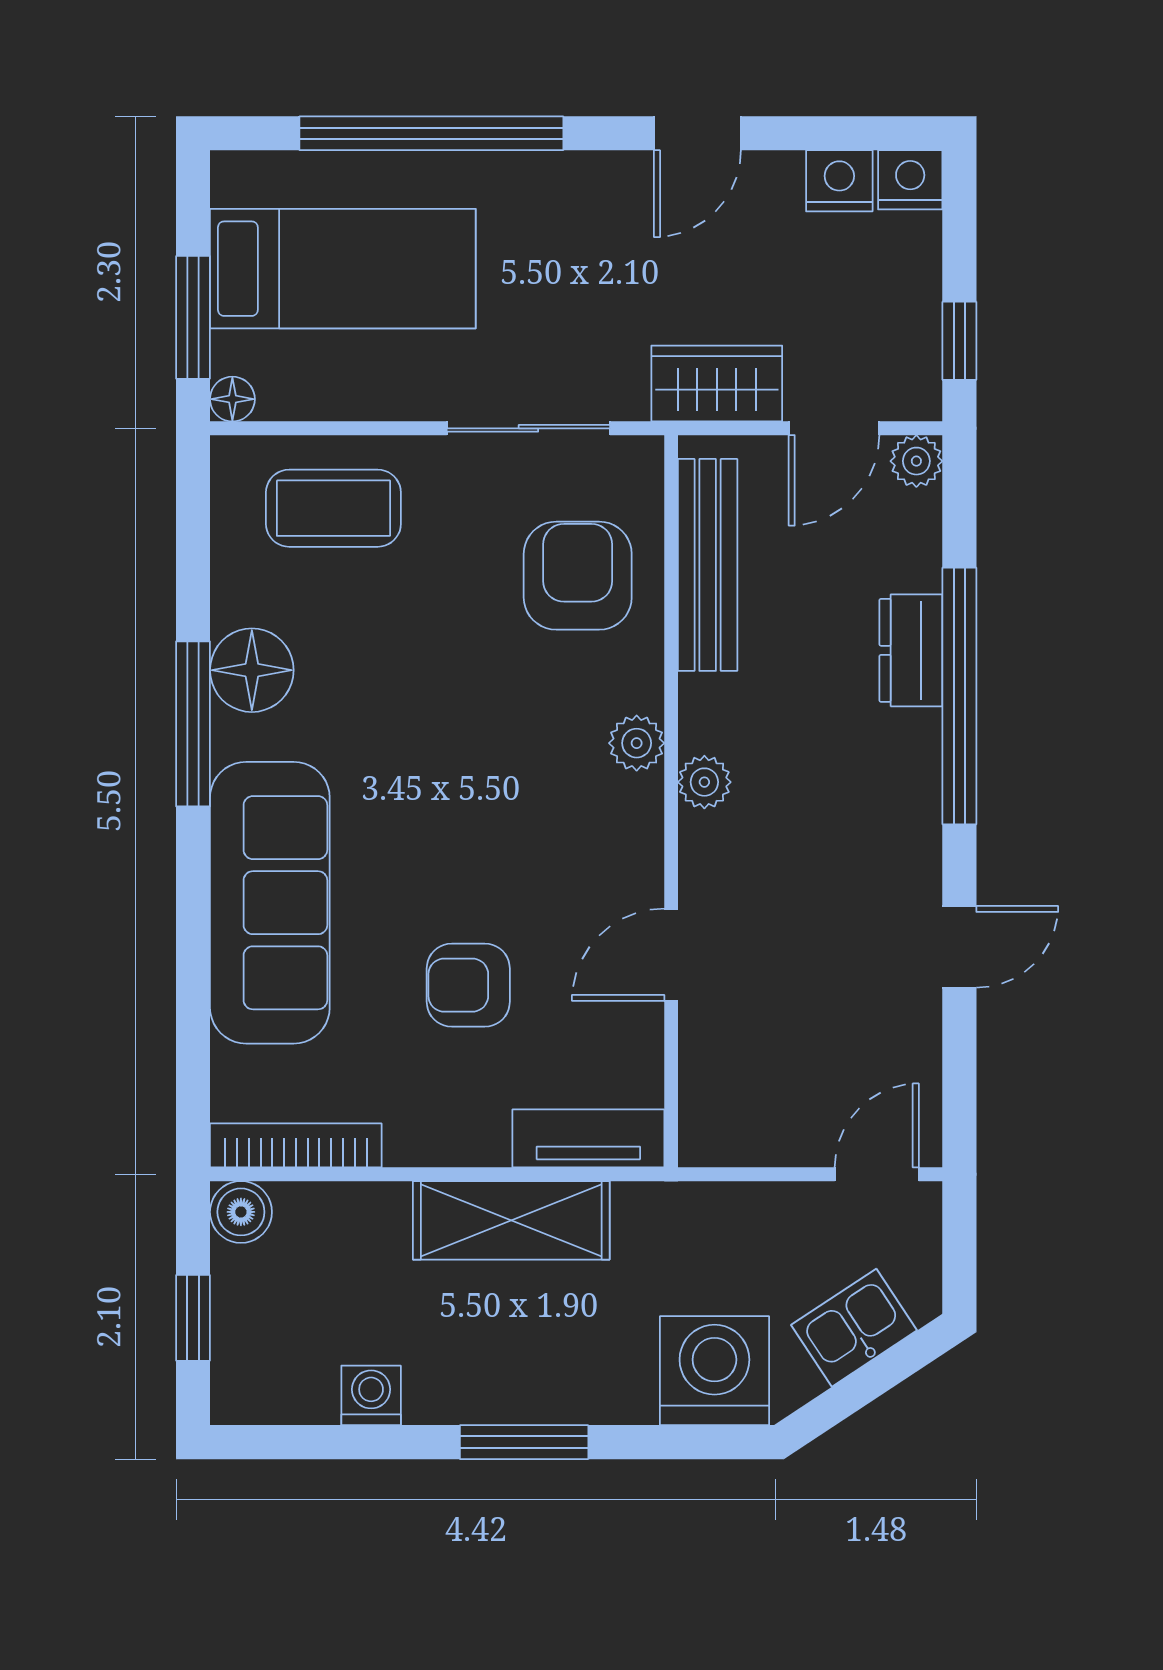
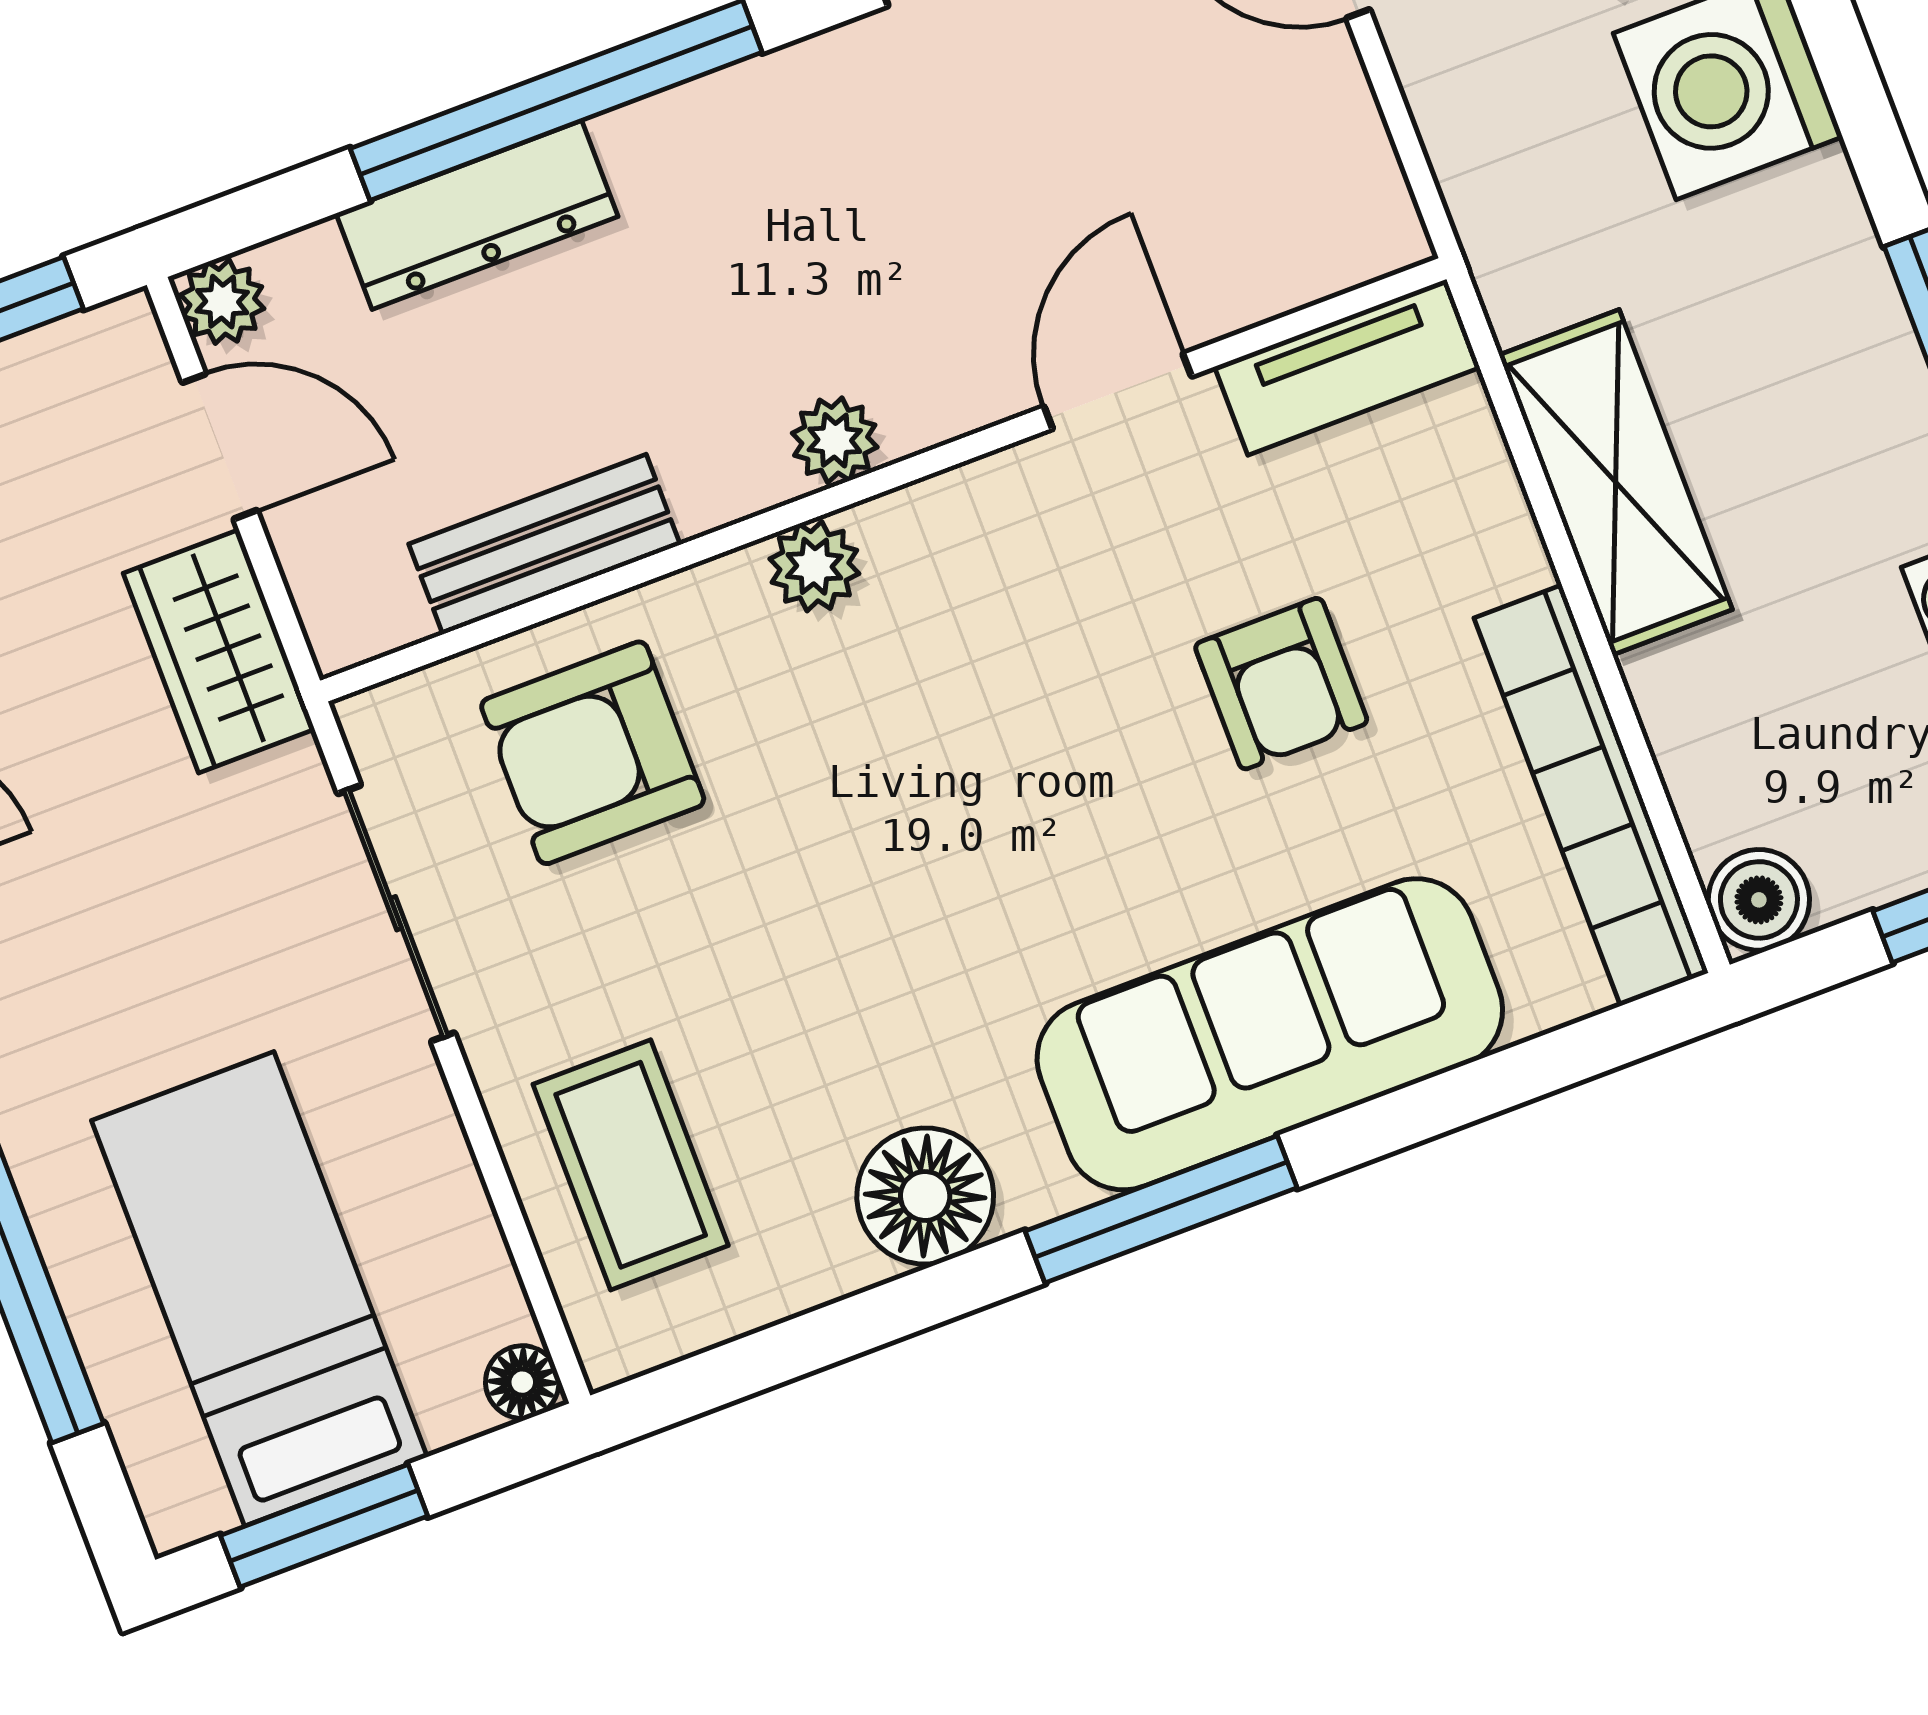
window: (193, 317) -> (324, 1526), moved
bench: (708, 565) -> (544, 544), width x0.73
dresser: (911, 650) -> (477, 215), width x1.44
window: (193, 724) -> (1161, 1209), moved
door: (671, 955) -> (1118, 391), swing flipped
tv unit: (588, 1138) -> (1347, 367), moved, turned -90
bookcase: (296, 1145) -> (1591, 795), width x1.48, depth x1.31

